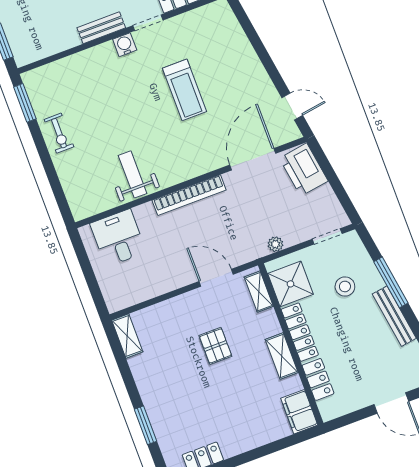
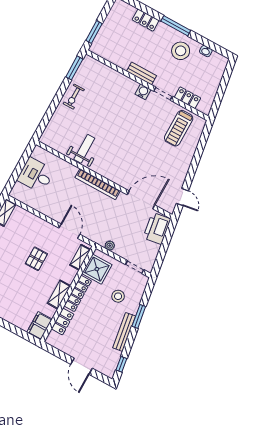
treadmill: (184, 90) -> (179, 128), moved
desk: (118, 238) -> (36, 175), moved, turned -90
window: (391, 282) -> (139, 316), width x0.69

